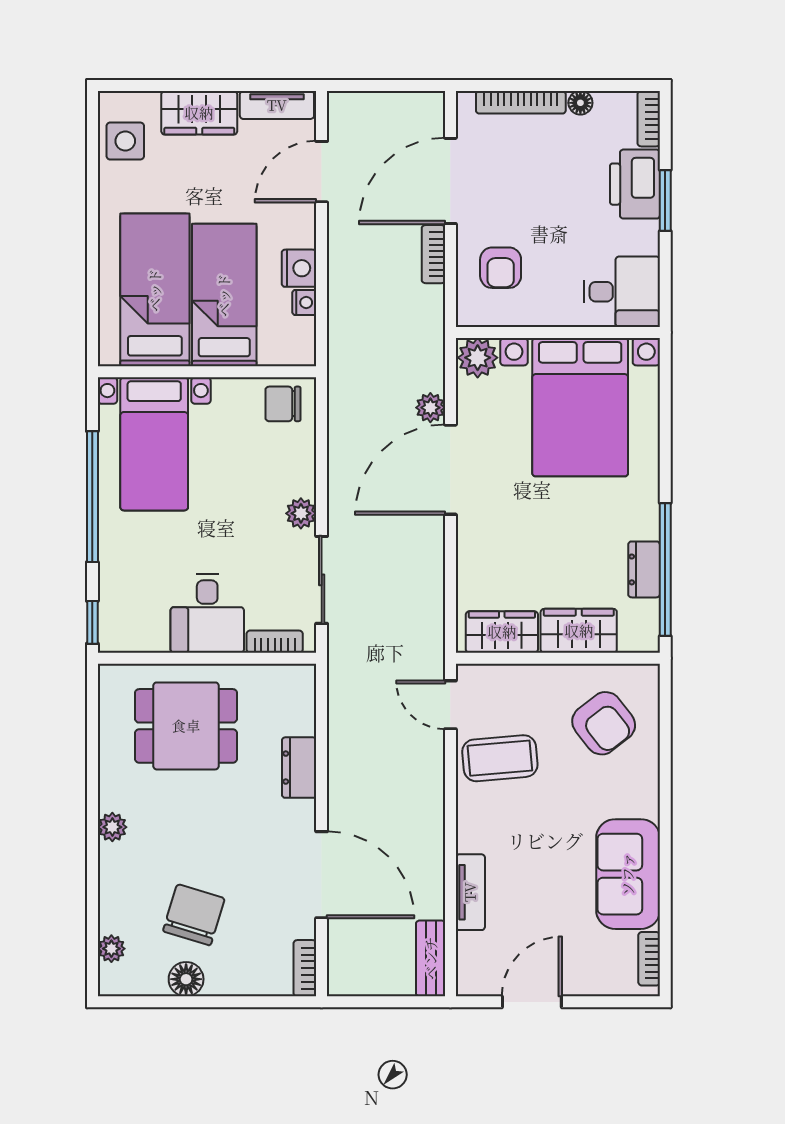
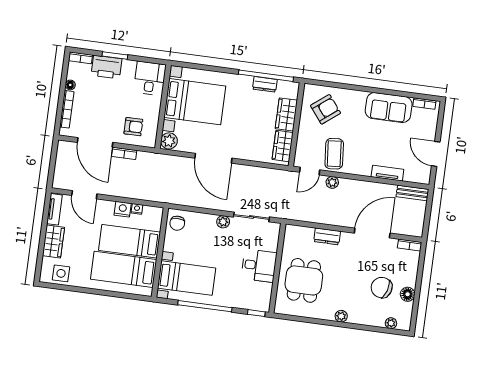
plant: (430, 408) -> (332, 182), moved
bookcase: (275, 642) -> (274, 240), removed

